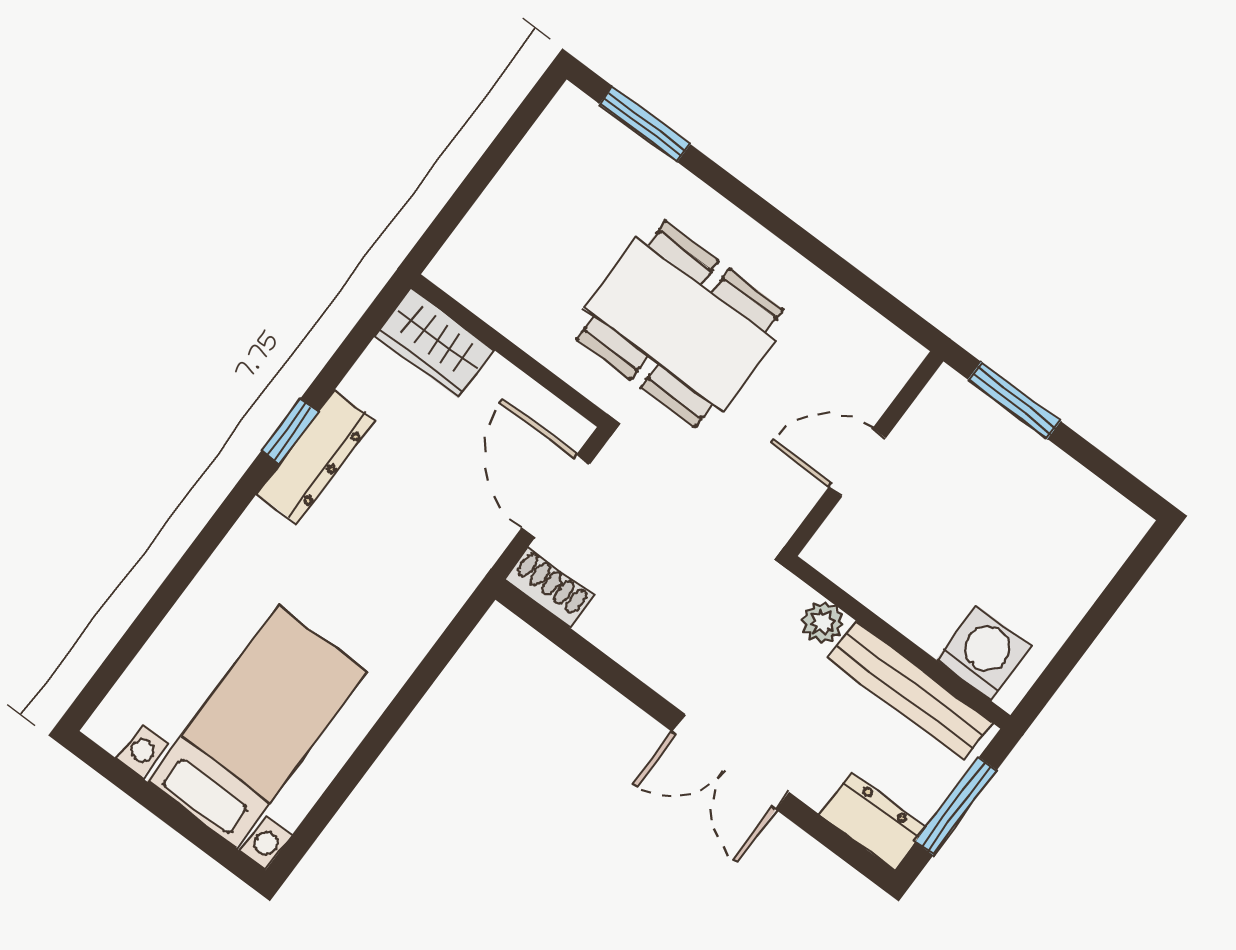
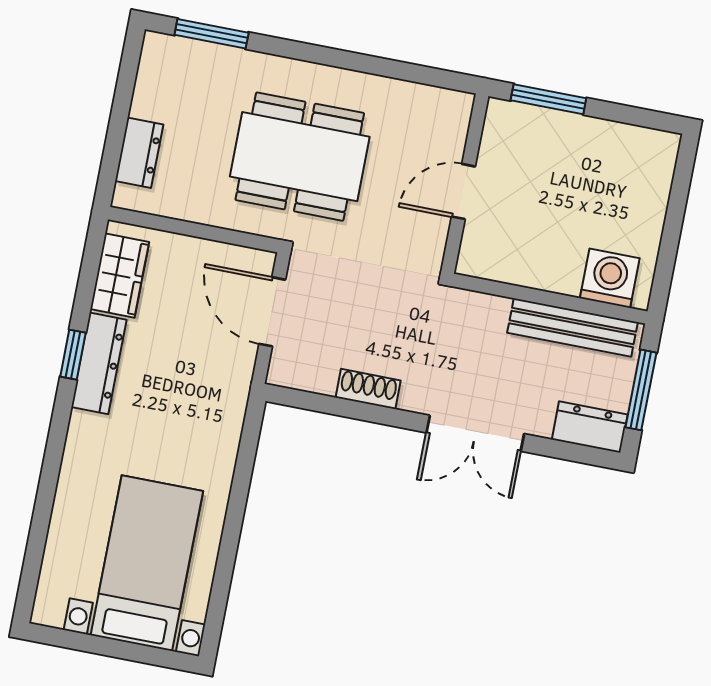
dresser: (488, 226) -> (139, 153), added
wardrobe: (434, 343) -> (120, 276), moved, turned -90
shoe rack: (549, 587) -> (368, 389), moved
plant: (823, 622) -> (492, 310), removed

